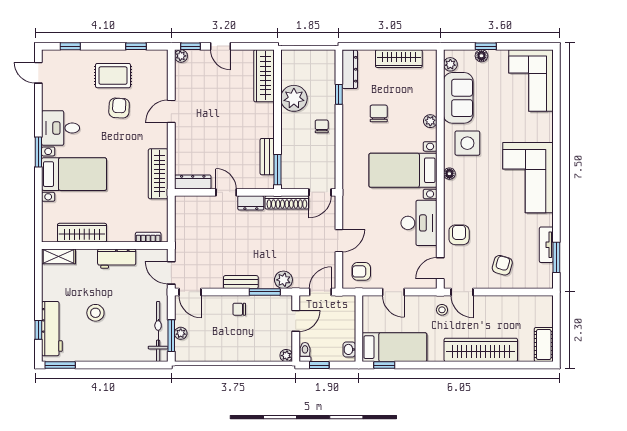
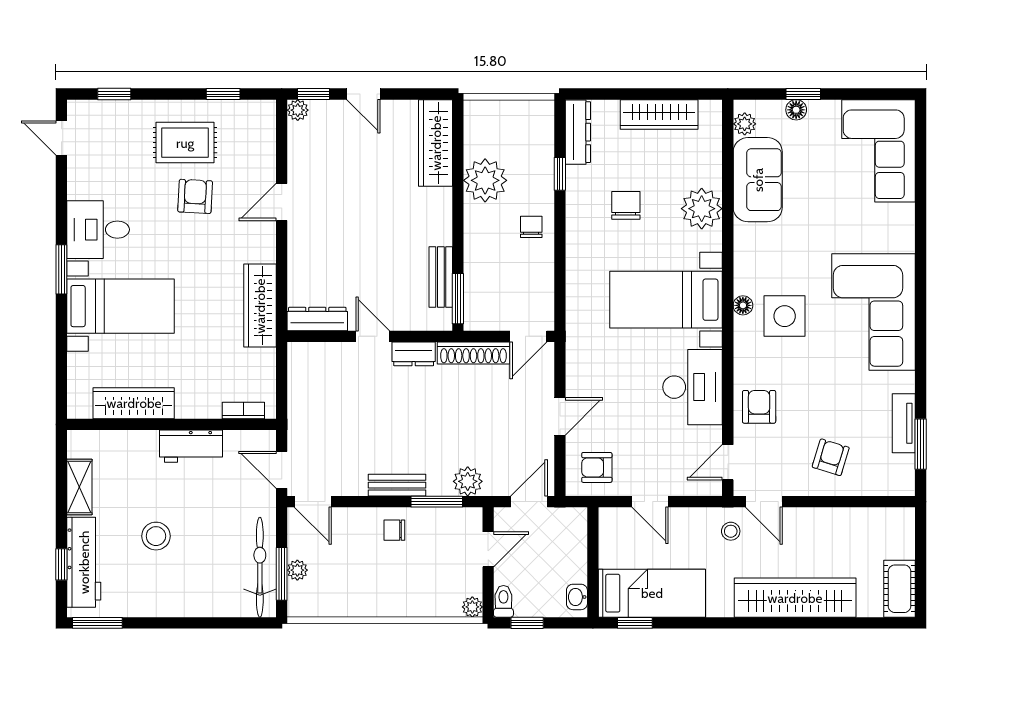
plant: (430, 121) -> (702, 209), width x1.87, depth x1.87
side table: (467, 143) -> (785, 316), moved
shelving: (59, 256) -> (79, 487), moved, turned 90

